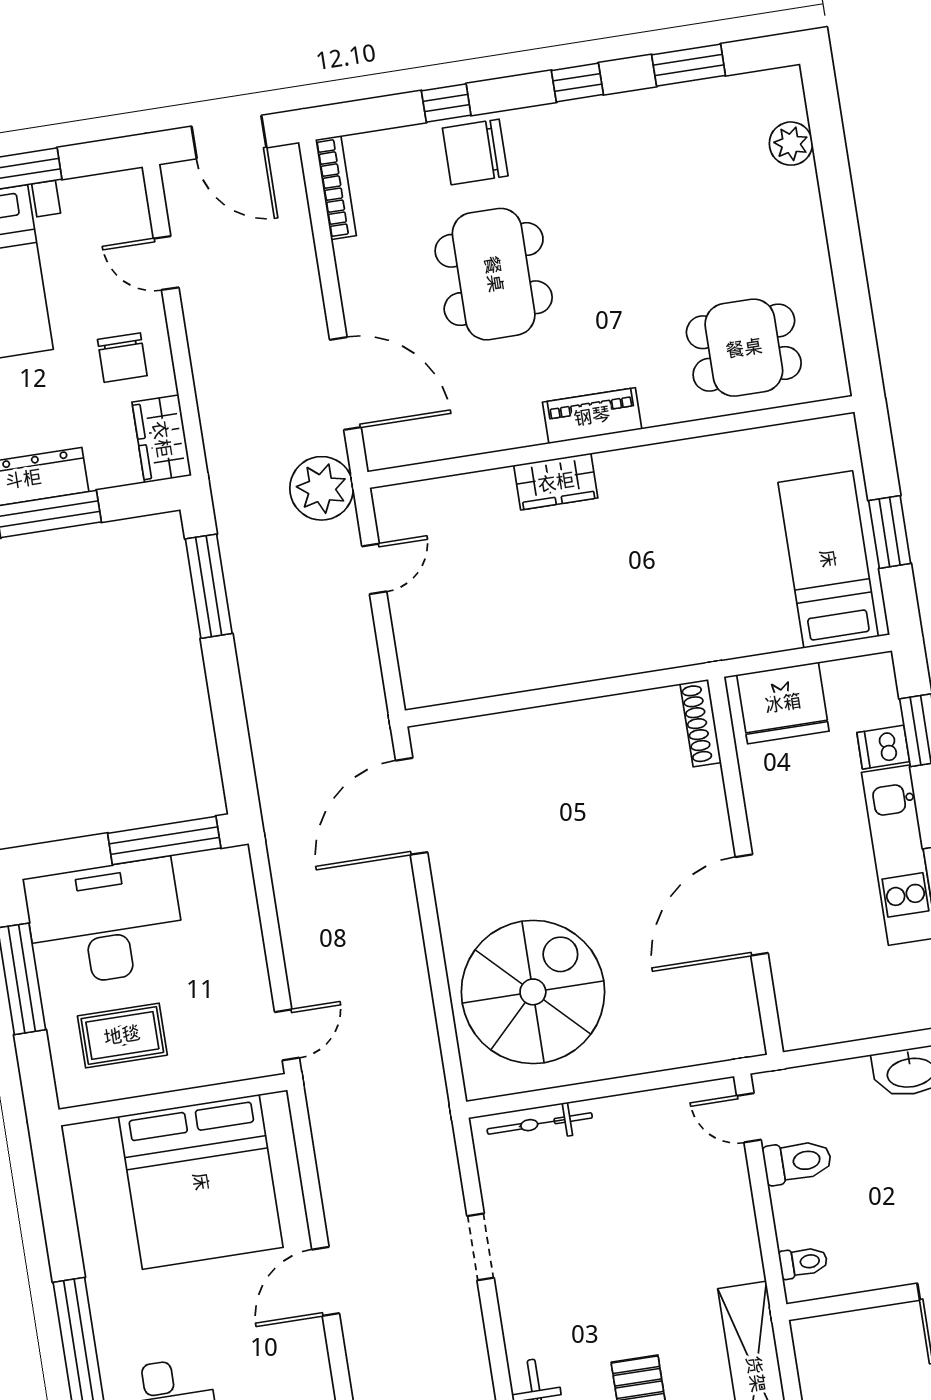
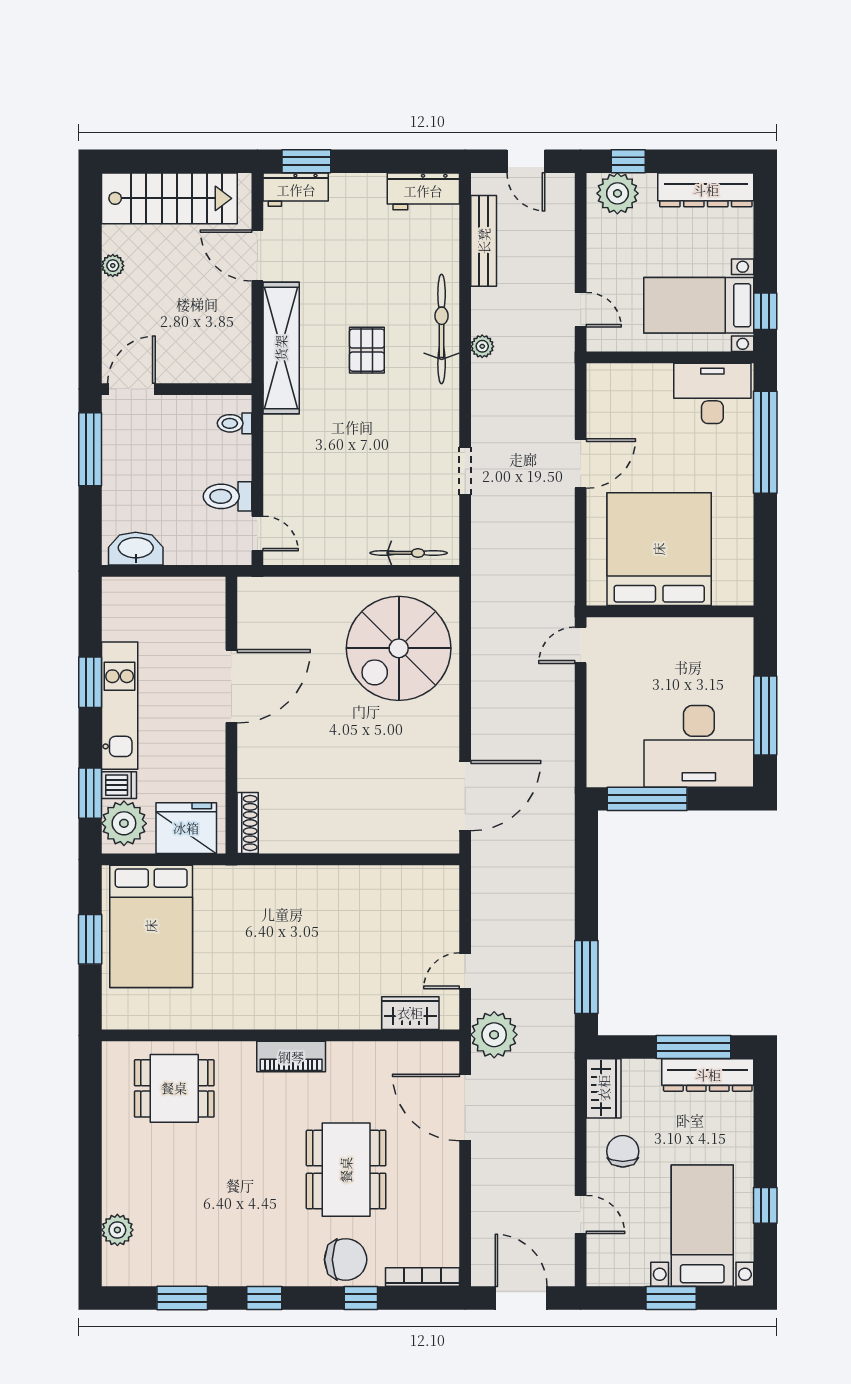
bookcase: (336, 188) -> (422, 1277), moved, turned 90
wardrobe: (556, 482) -> (410, 1013), moved
bed: (828, 559) -> (151, 926), width x1.50
plant: (868, 696) -> (124, 823), added
rug: (122, 1035) -> (699, 663), removed

